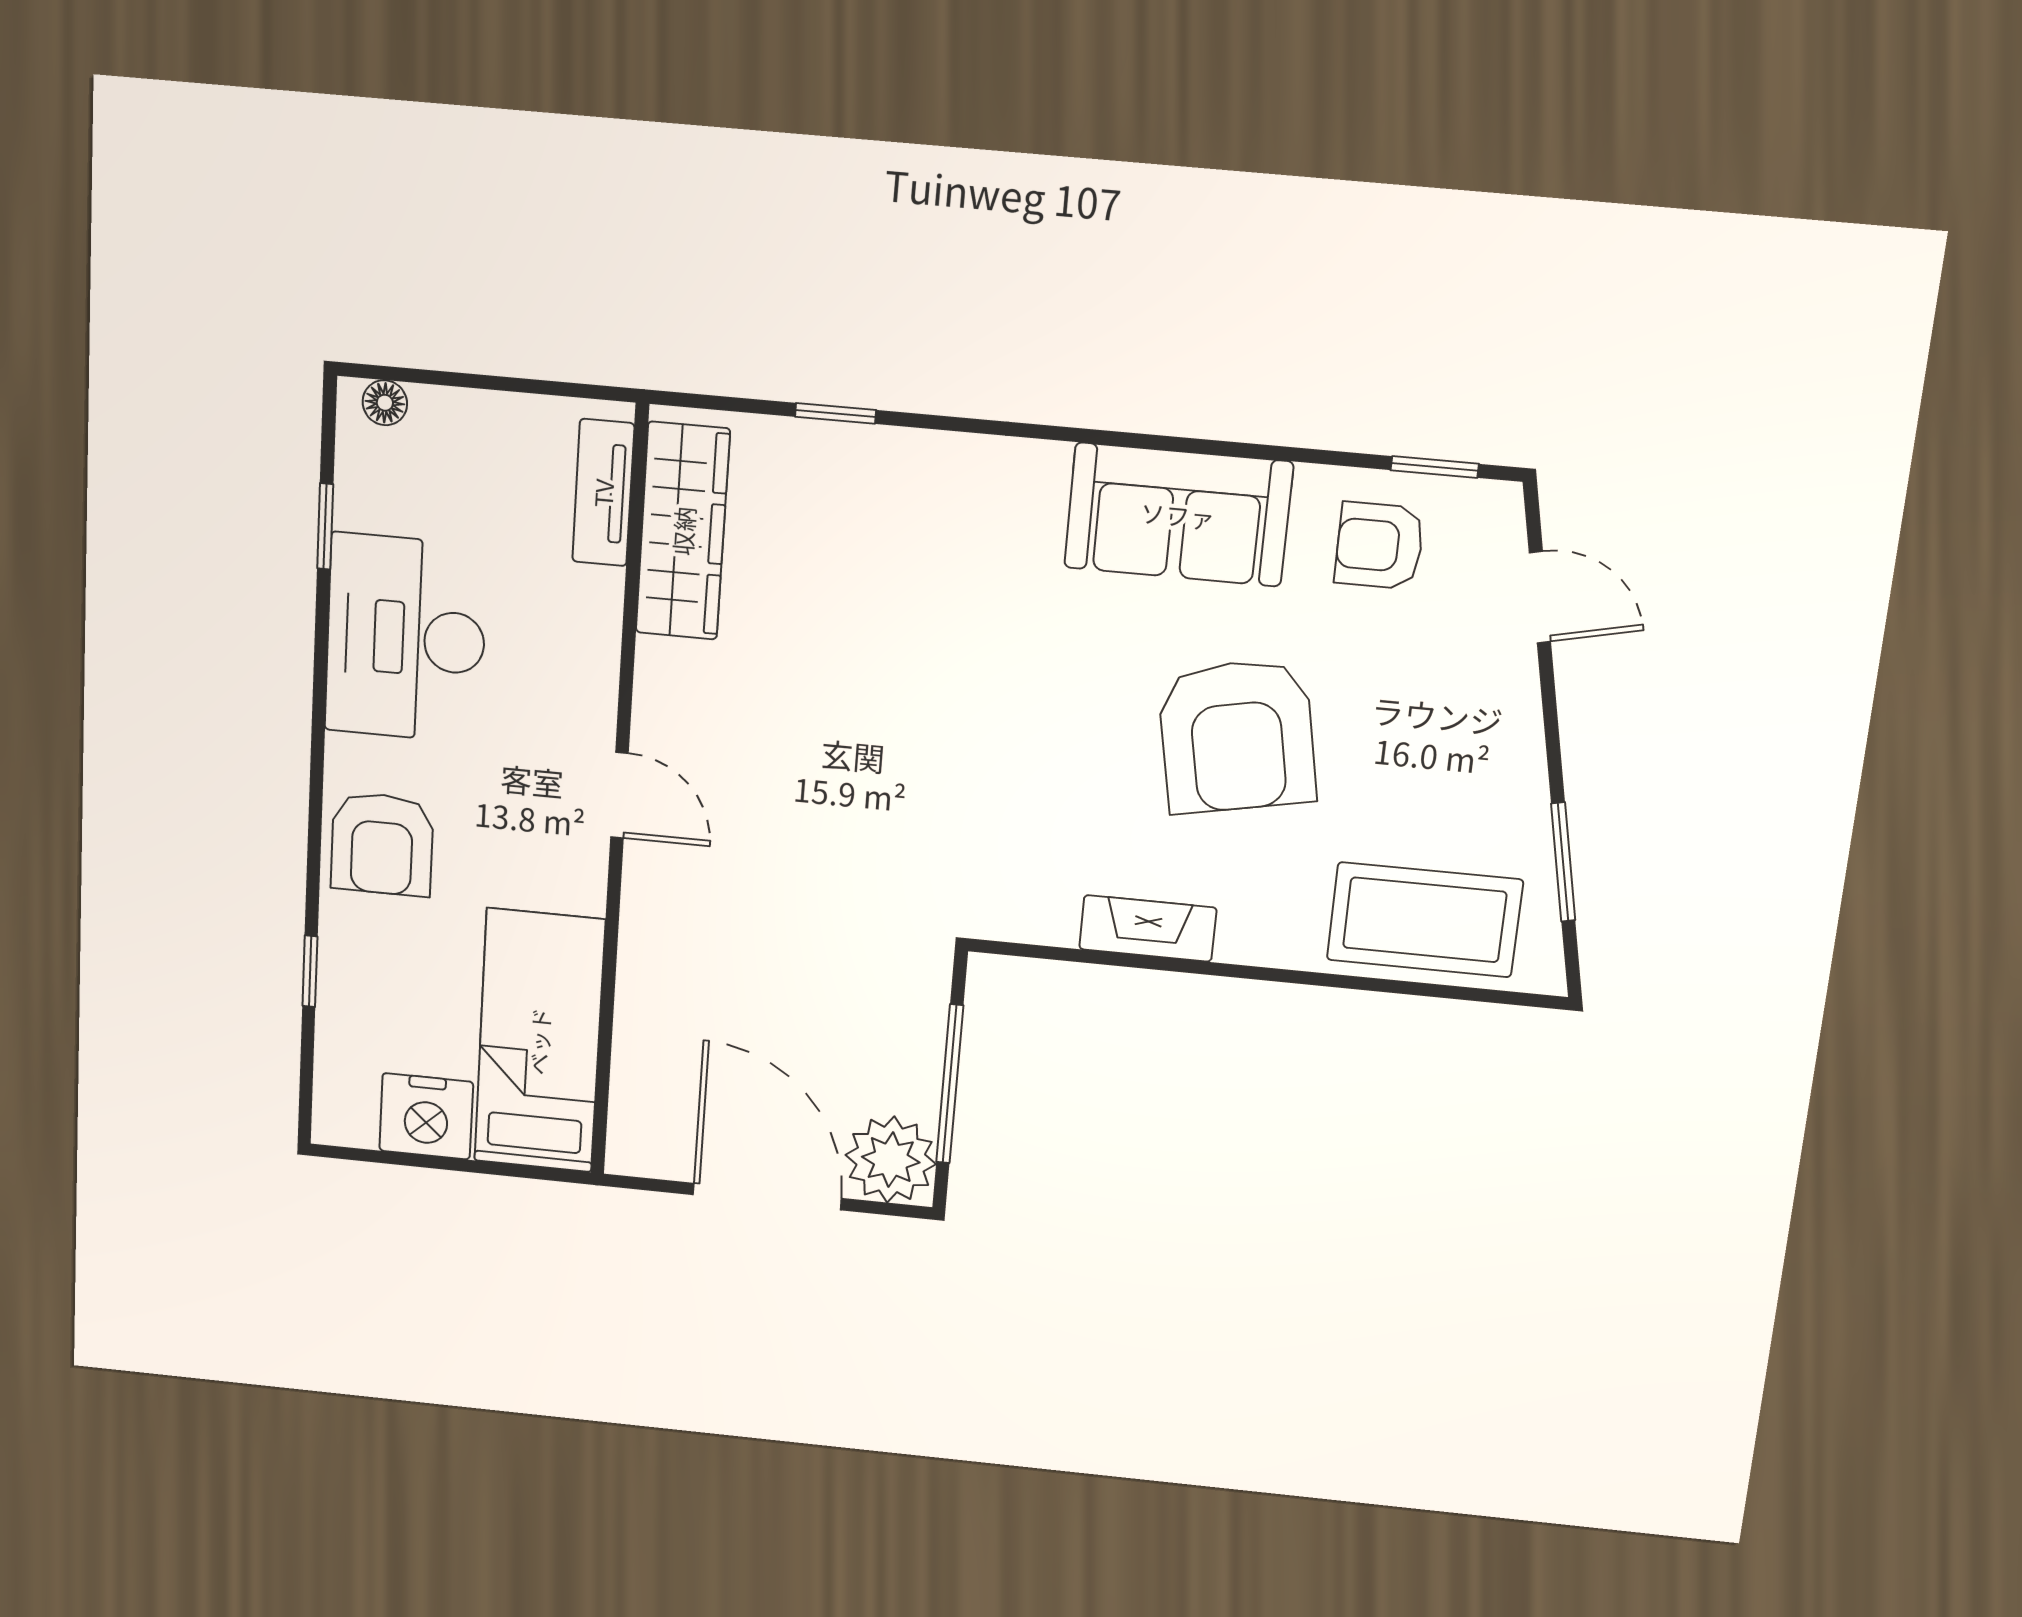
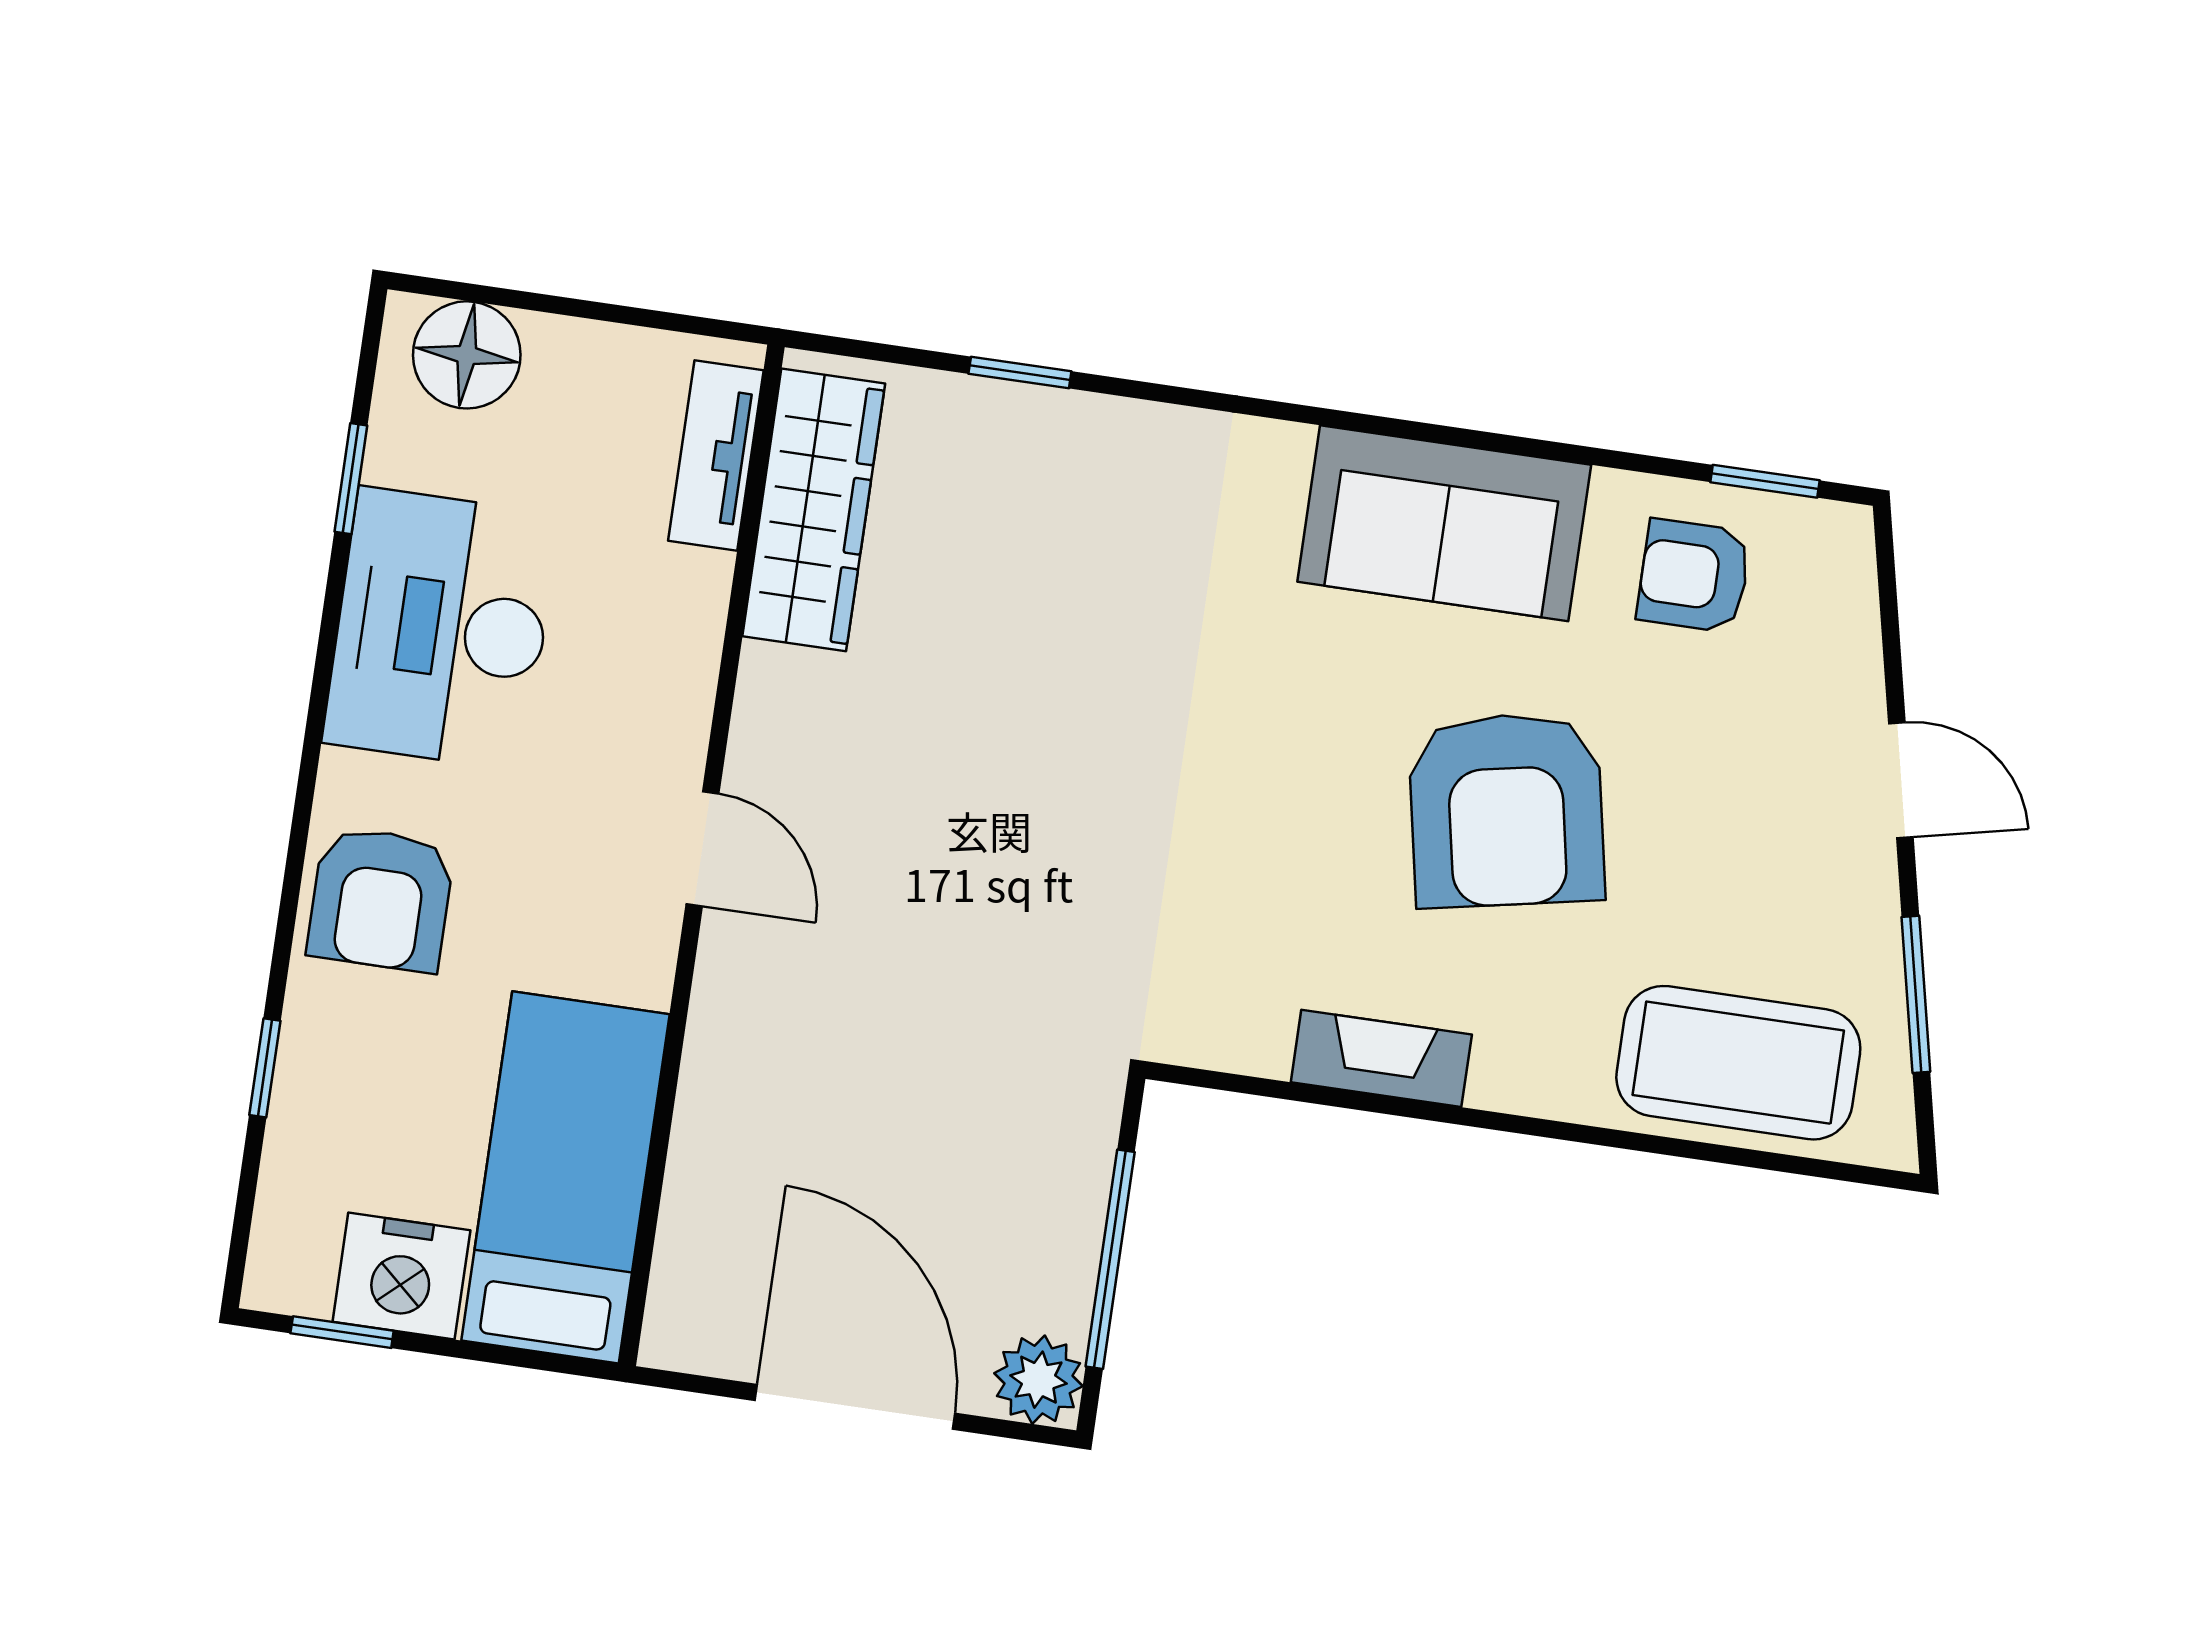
floor lamp: (385, 403) -> (467, 355), width x1.89, depth x1.89
door: (1540, 597) -> (1901, 780), moved
window: (387, 1157) -> (342, 1332), added
plant: (891, 1160) -> (1039, 1380), width x0.73, depth x0.73

